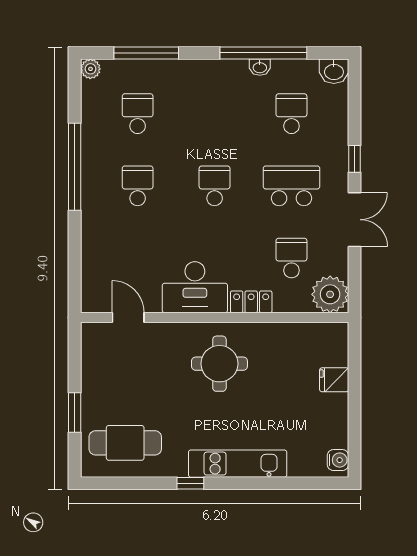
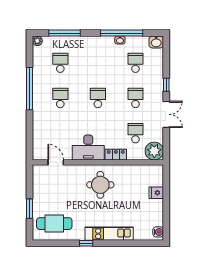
school desk: (291, 186) -> (135, 98), width x0.54

